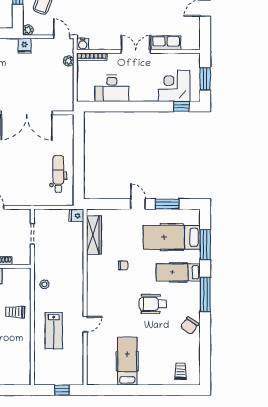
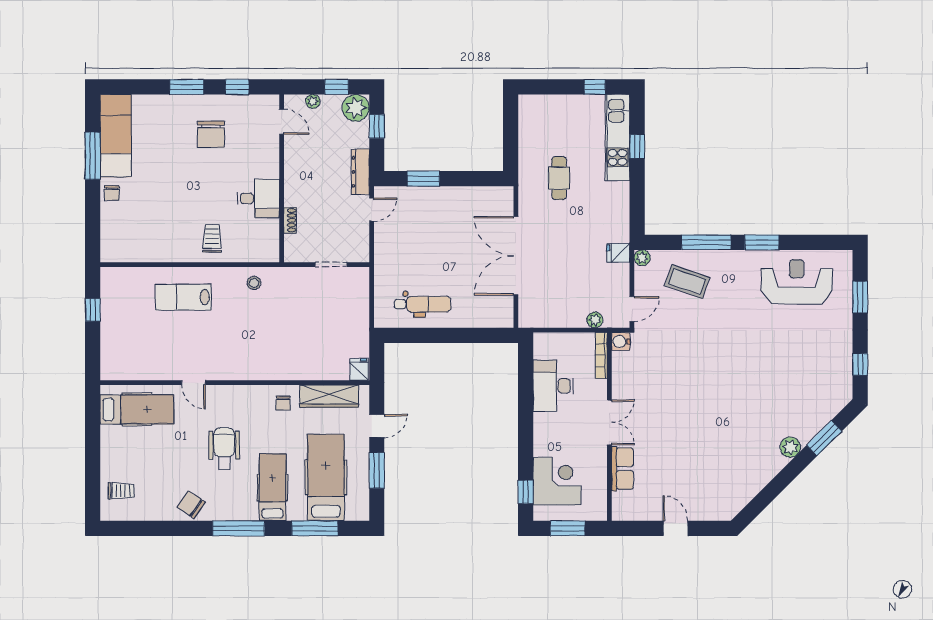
fridge: (76, 216) -> (359, 369), moved
wardrobe: (94, 235) -> (329, 396), moved
wall: (85, 297) -> (235, 383), moved
door: (85, 324) -> (193, 383), moved

